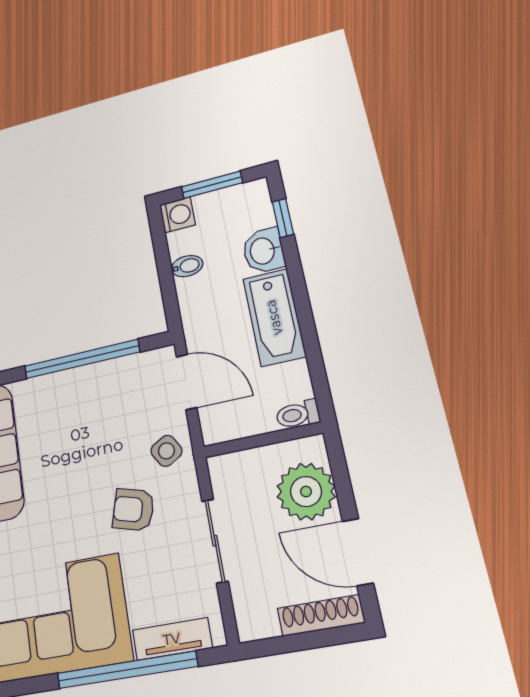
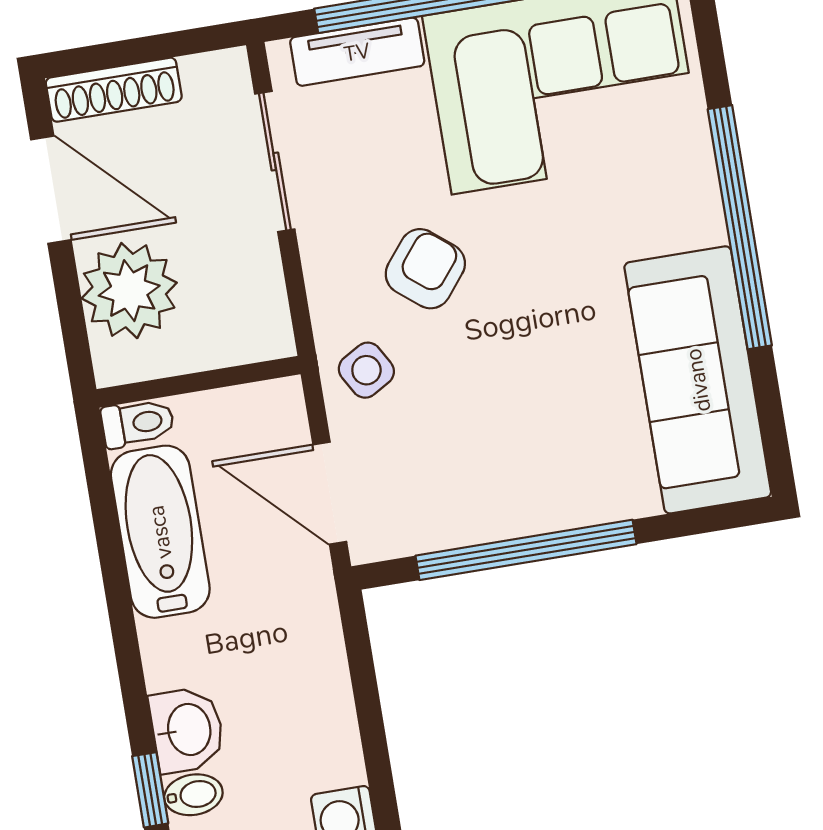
bidet: (187, 266) -> (193, 795), moved, turned 180
bathtub: (274, 317) -> (160, 532), moved
armchair: (133, 510) -> (425, 269), turned -67
sliding door: (215, 541) -> (275, 161), moved

